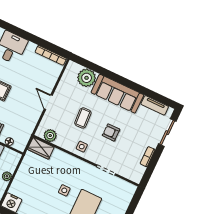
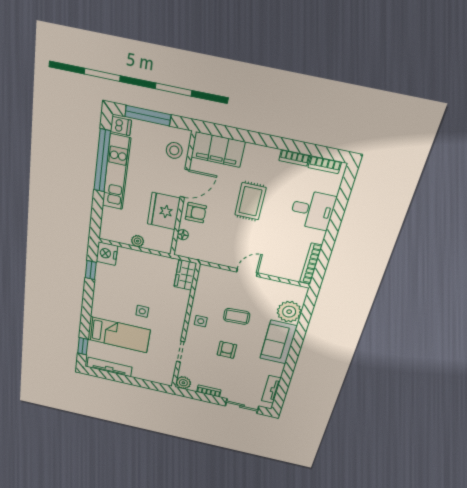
sofa: (117, 94) -> (278, 342), width x0.73
plant: (50, 136) -> (183, 383), moved

